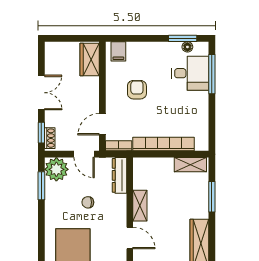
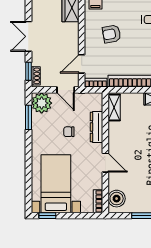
armchair: (137, 90) -> (112, 34), turned -100
double door: (41, 93) -> (28, 36), swing flipped
dresser: (120, 175) -> (96, 127), moved
shelving: (140, 206) -> (114, 107), moved

